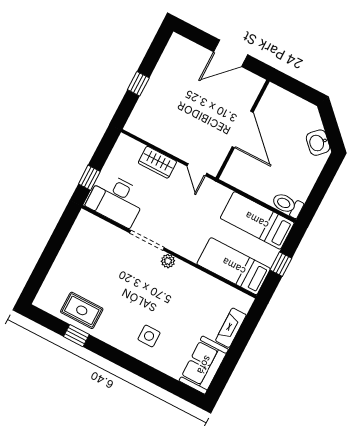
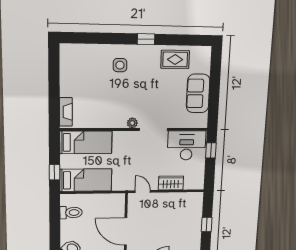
toilet: (287, 205) -> (71, 213), moved
window: (281, 264) -> (54, 172), moved
fireplace: (231, 328) -> (66, 112), moved
window: (76, 336) -> (146, 39), moved
sofa: (204, 365) -> (198, 93), moved, turned 180

